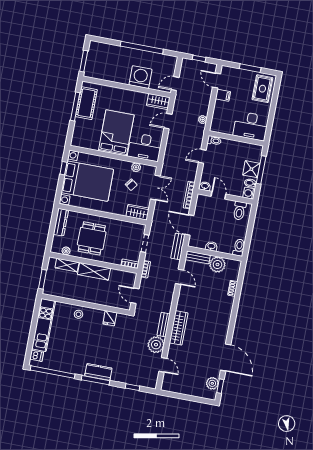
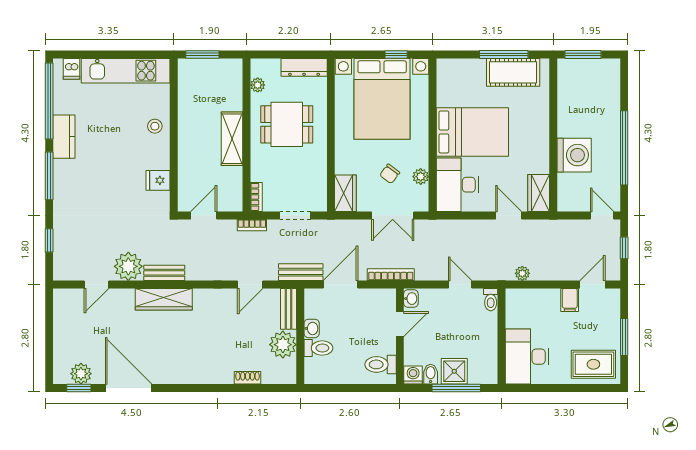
door: (175, 84) -> (602, 215), moved
toilet: (239, 247) -> (318, 348), moved
shelving: (67, 265) -> (234, 91), removed
door: (226, 358) -> (129, 388), swing flipped
kitchen counter: (98, 372) -> (64, 137), moved

